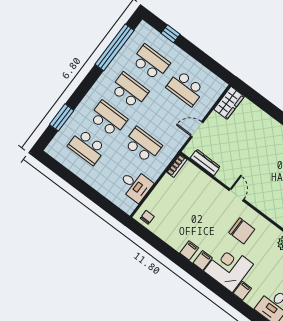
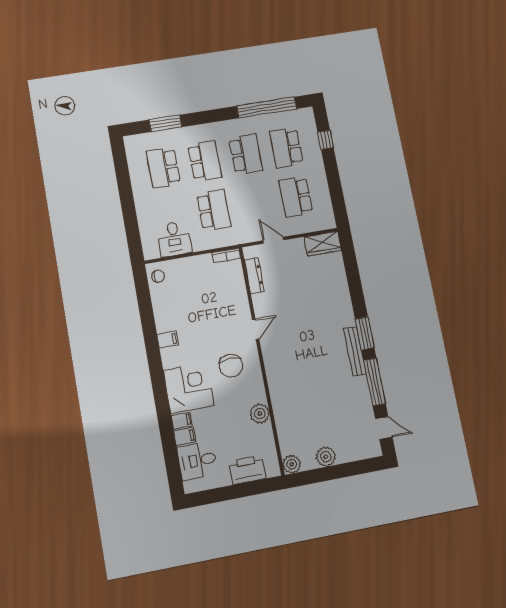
school desk: (151, 62) -> (286, 148), turned 180
filing cabinet: (203, 260) -> (185, 436), moved

